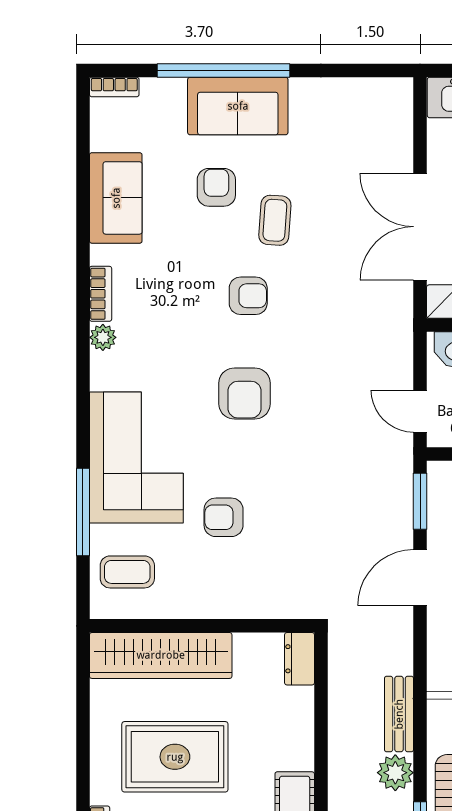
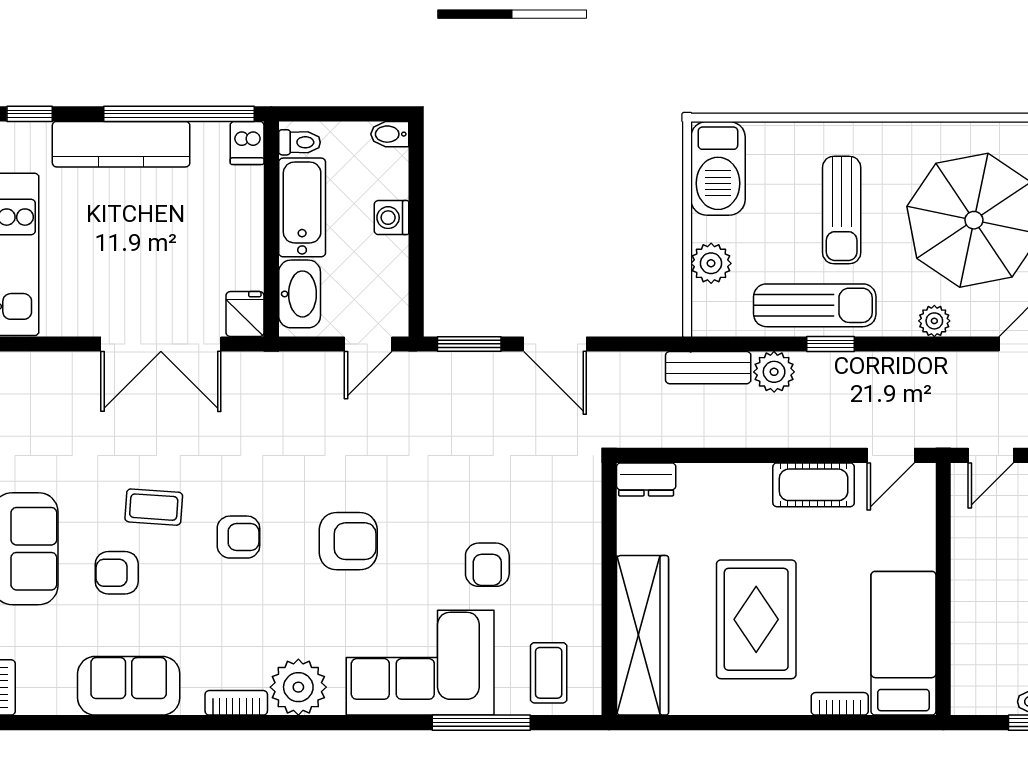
armchair: (248, 296) -> (238, 537), turned 90
plant: (103, 337) -> (298, 687), width x1.87, depth x1.87

